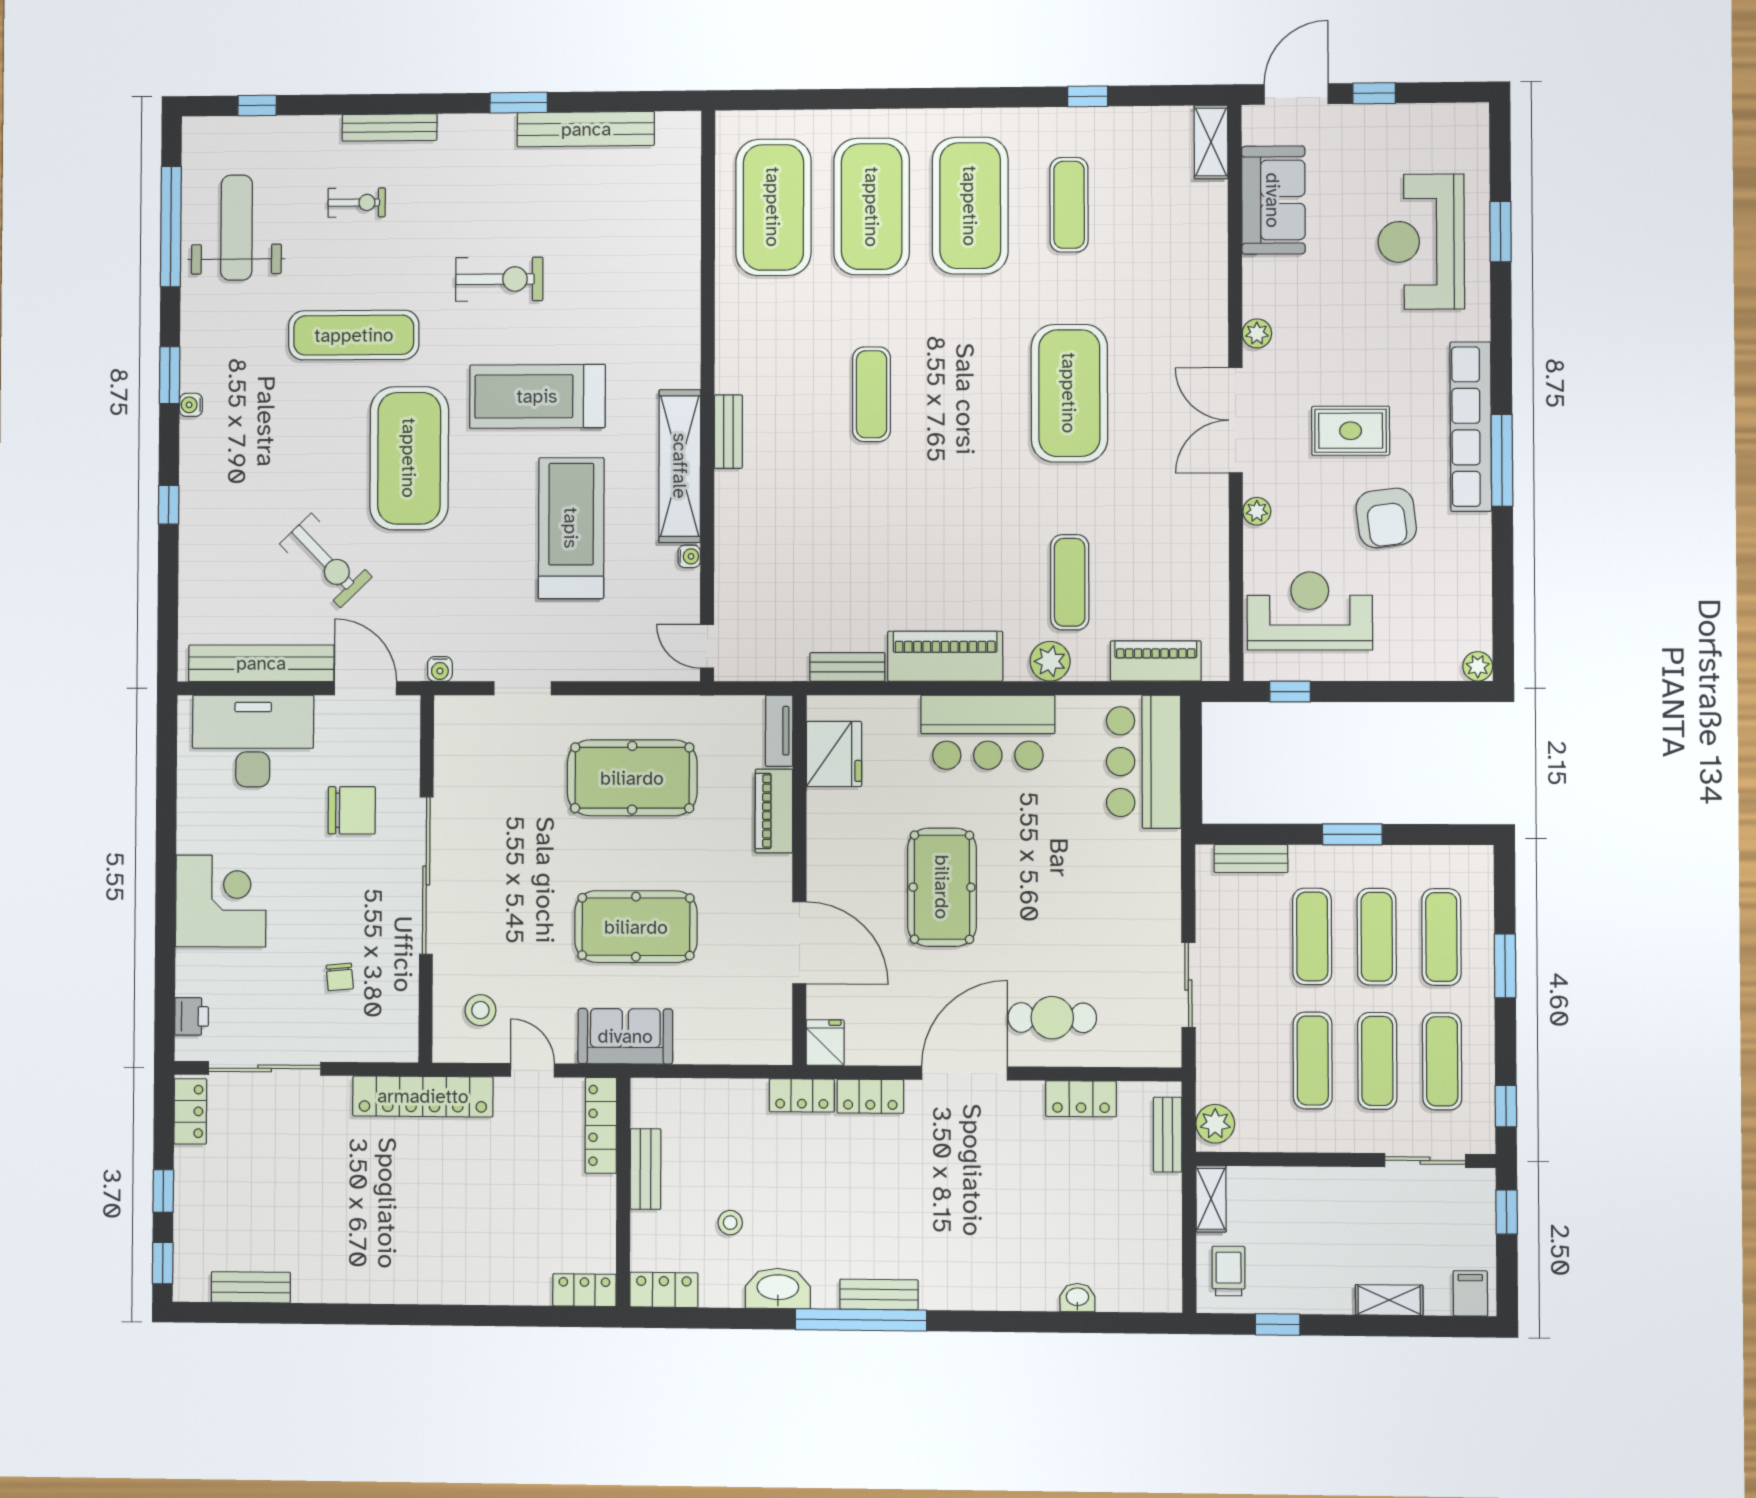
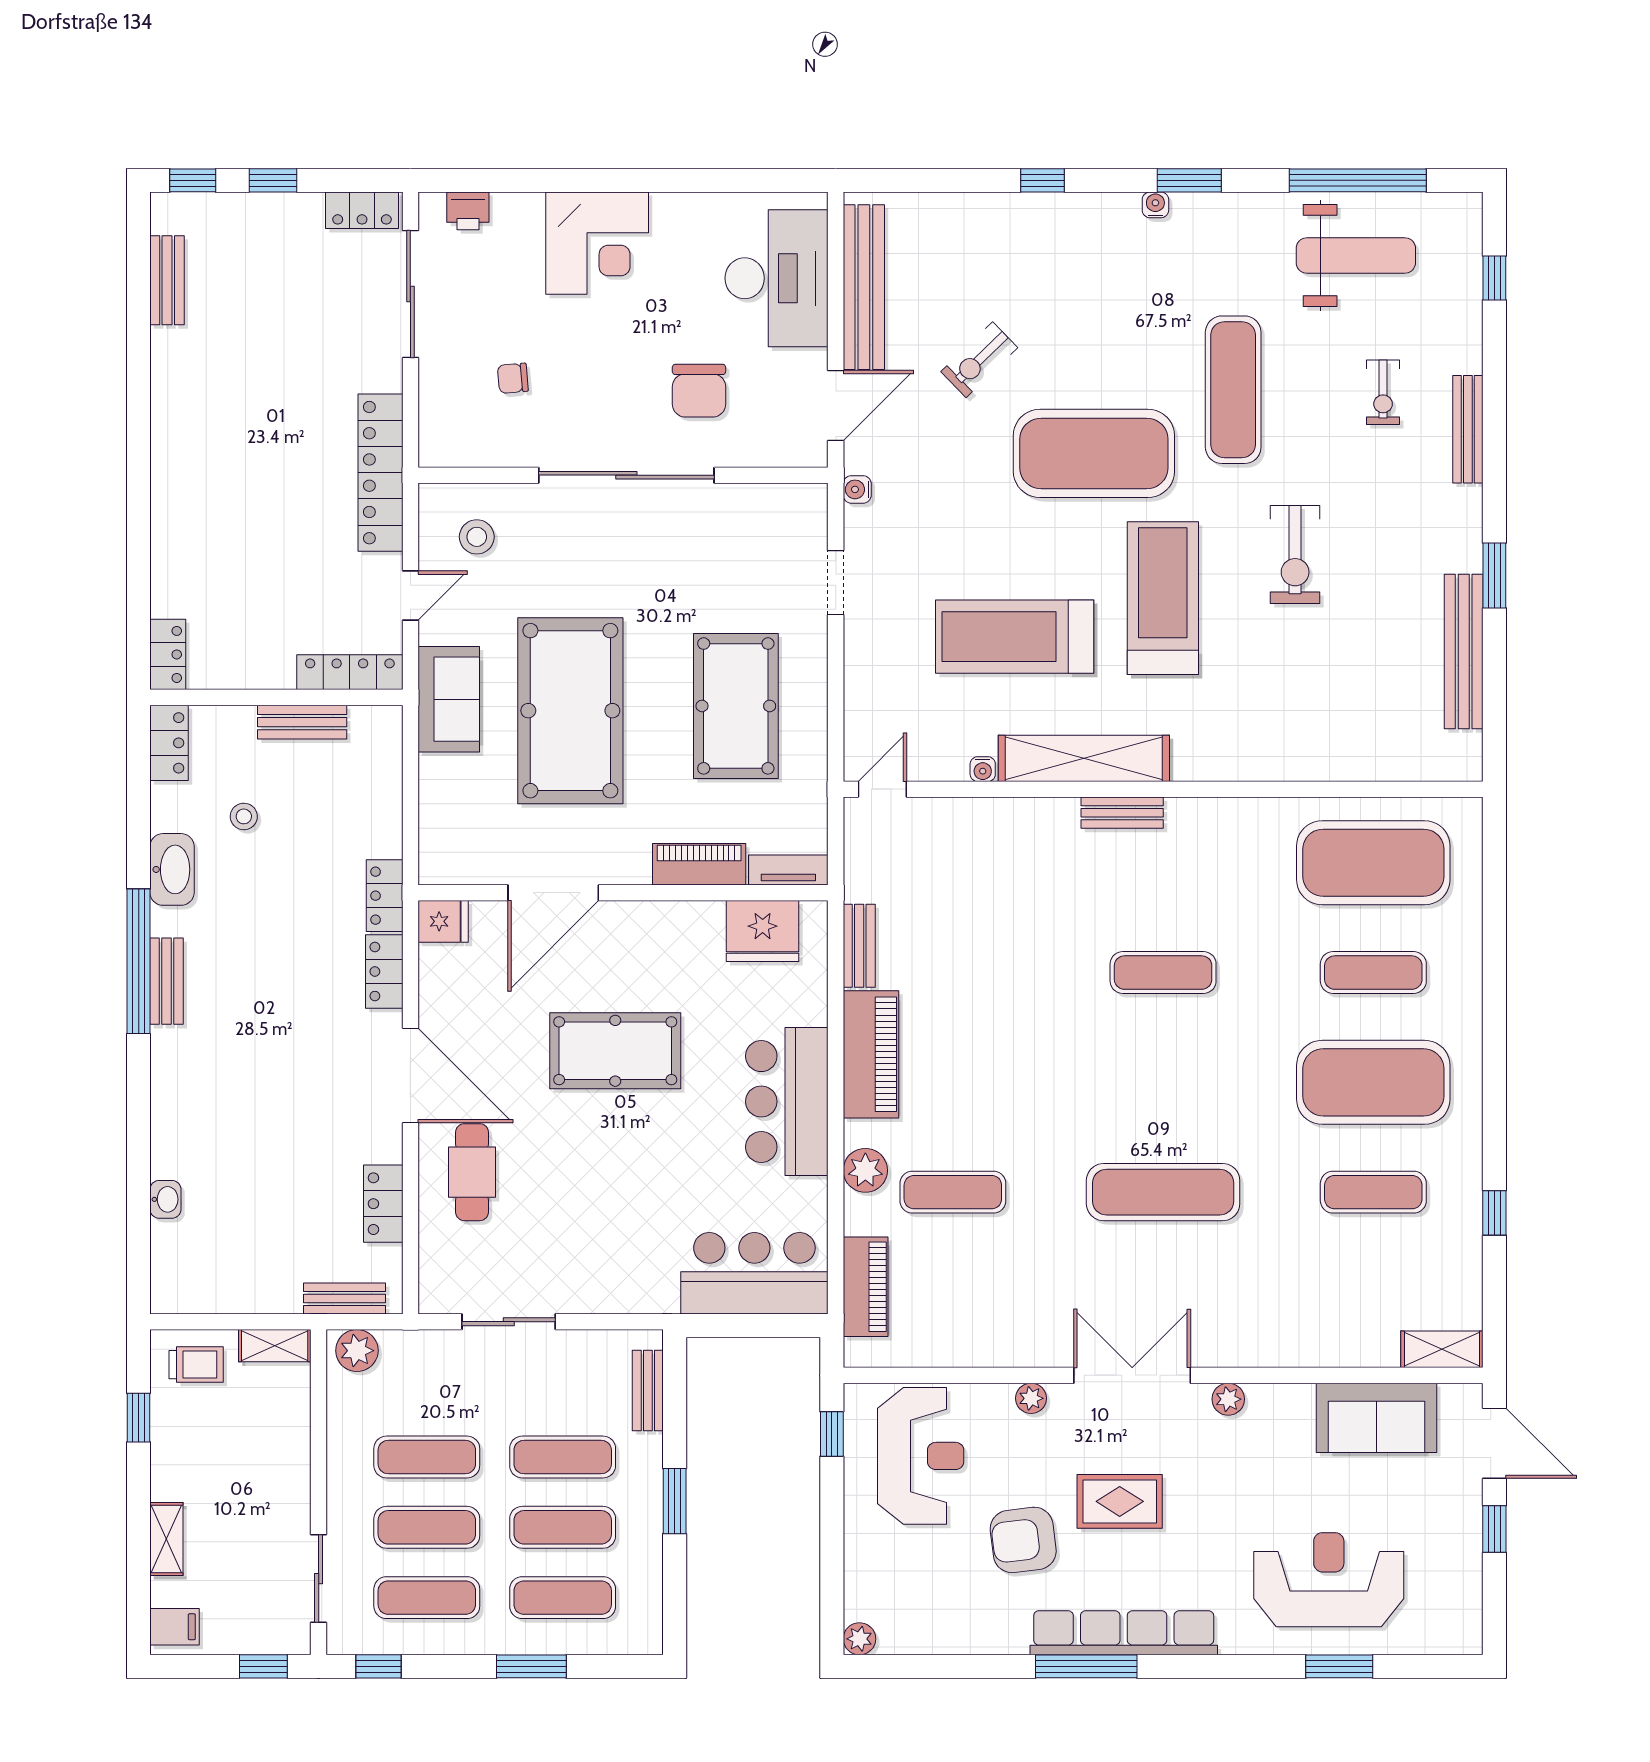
exercise mat: (872, 207) -> (1373, 973), width x0.50, depth x0.69
exercise mat: (1069, 393) -> (1163, 1192), width x0.68
rug: (1351, 431) -> (1120, 1501), turned 90
treadmill: (571, 528) -> (1015, 637), turned 180
exercise bike: (326, 560) -> (979, 360), width x0.73, depth x0.72
pool table: (636, 927) -> (570, 711), width x1.36, depth x1.32

